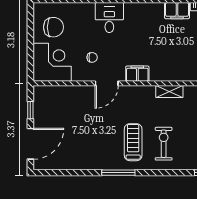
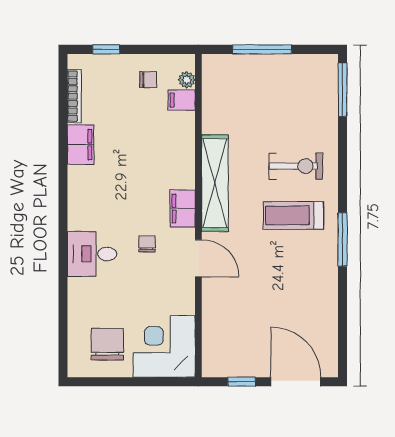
chair: (92, 57) -> (147, 244), moved
shelving: (169, 92) -> (215, 183), width x2.20, depth x1.33
exercise bike: (164, 144) -> (296, 166), turned 180

